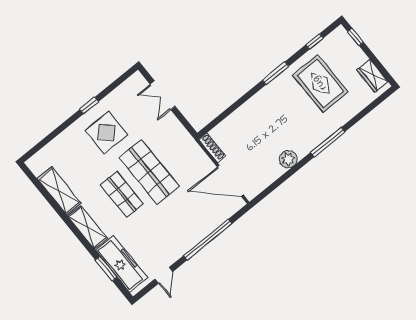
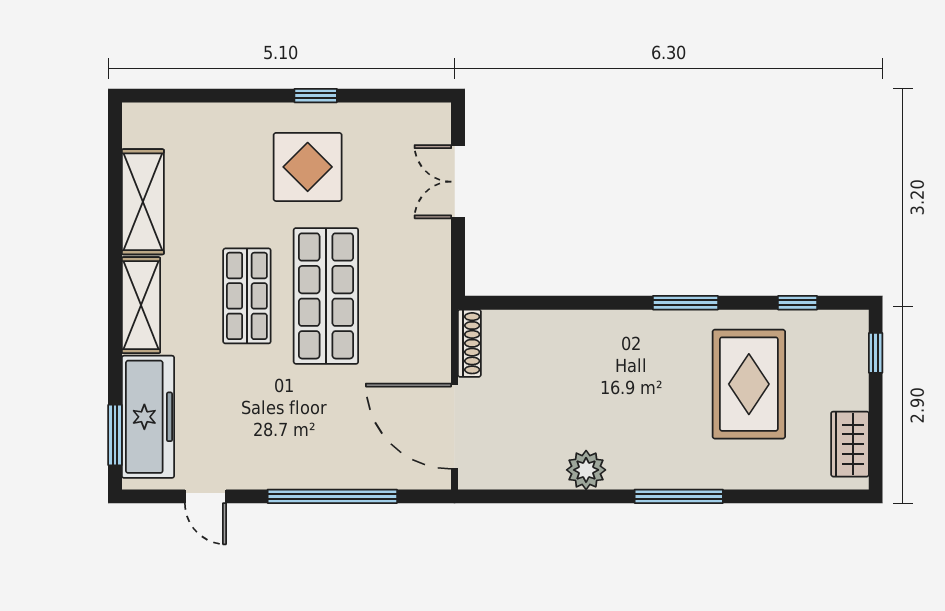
window: (106, 269) -> (115, 435), moved
door: (164, 275) -> (205, 496), hinge flipped

